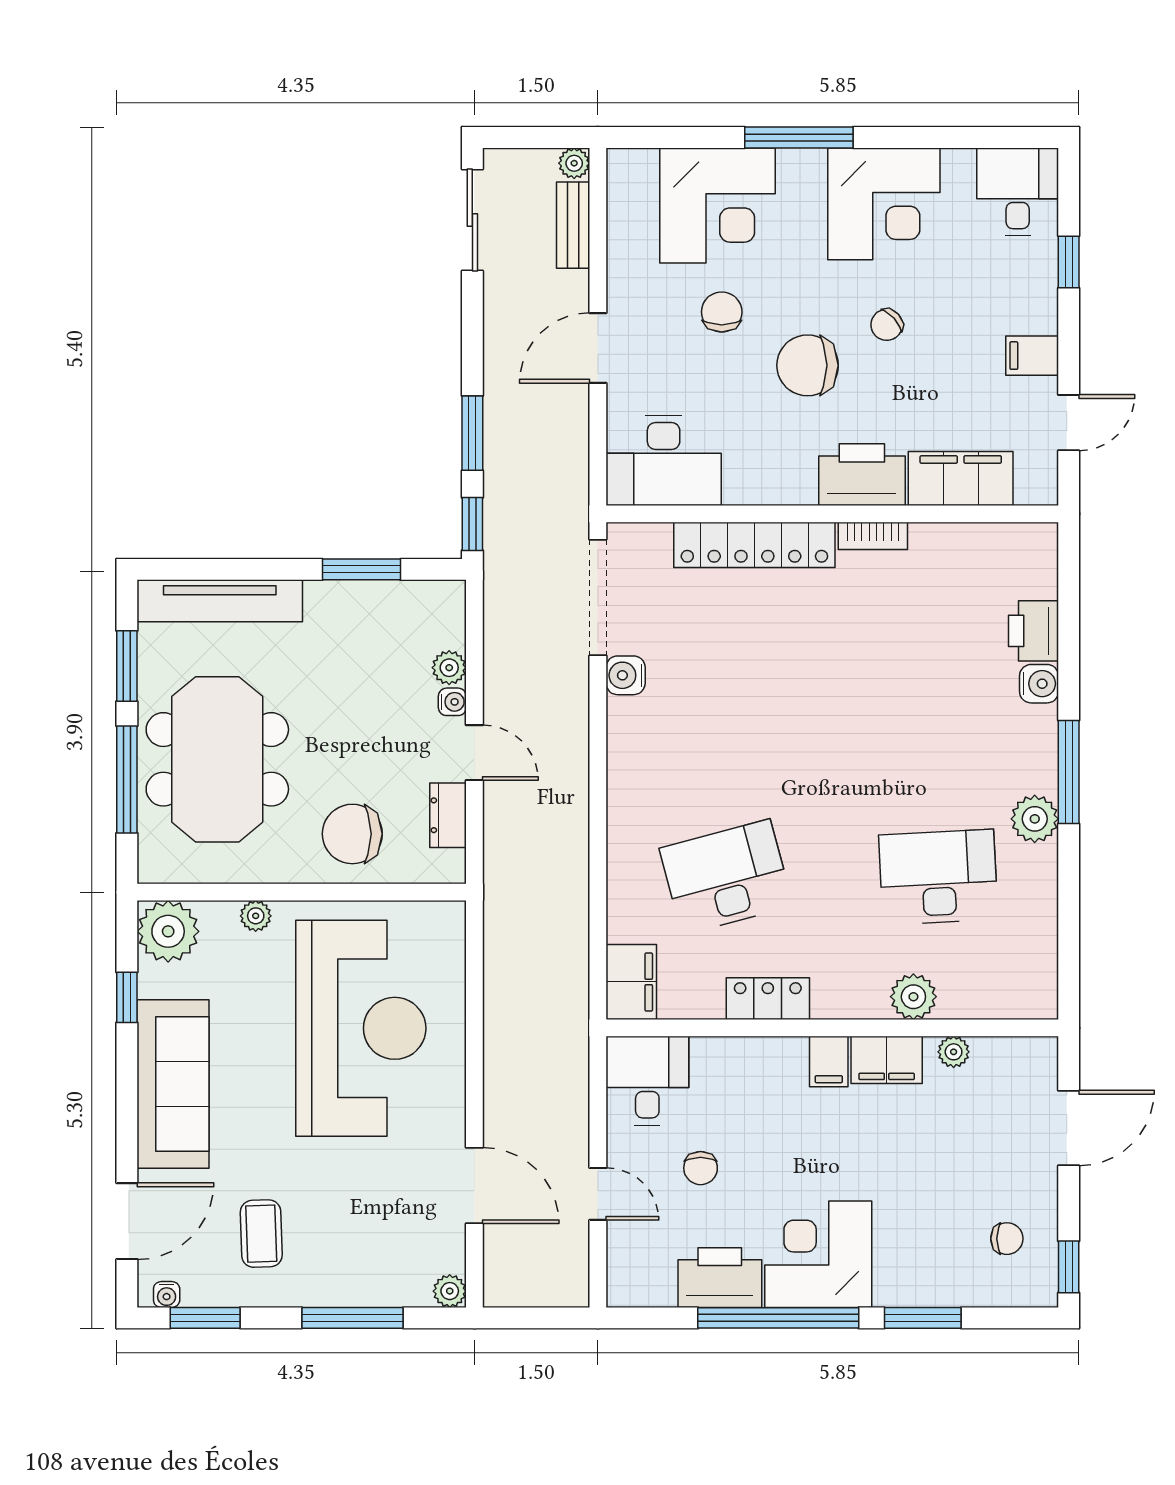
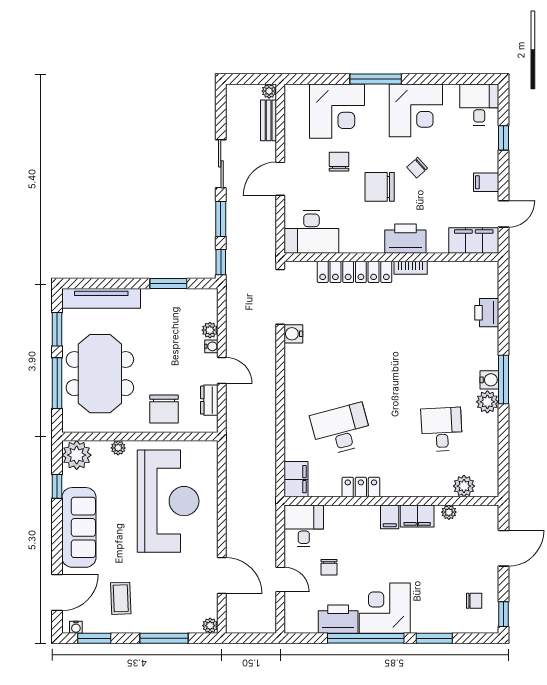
sliding door: (472, 220) -> (221, 164), moved
filing cabinet: (961, 478) -> (474, 240), moved
water cooler: (1039, 684) -> (489, 380), moved
chair: (352, 834) -> (164, 409), turned -90
desk: (938, 877) -> (442, 429), width x0.73
plant: (913, 997) -> (464, 486), moved

